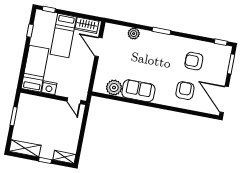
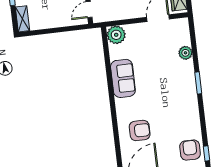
armchair: (194, 61) -> (190, 150), moved
plant: (114, 88) -> (116, 35), moved

